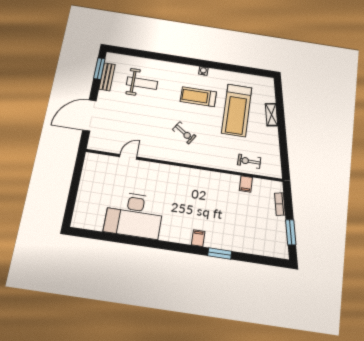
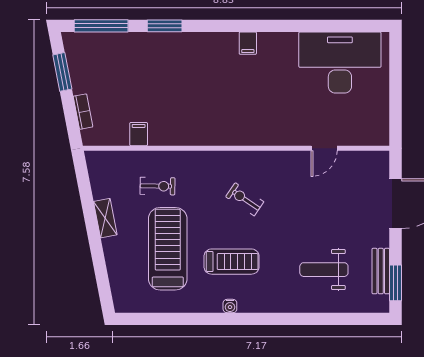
shelving: (272, 115) -> (105, 218), moved
exercise bike: (249, 161) -> (158, 186), moved
desk: (134, 215) -> (340, 63), moved
filing cabinet: (198, 238) -> (248, 43), moved
window: (262, 260) -> (101, 26), added

